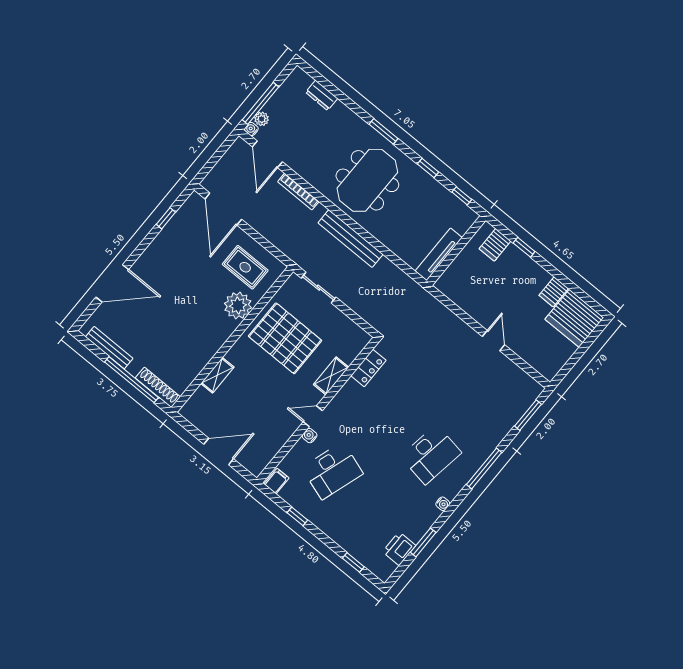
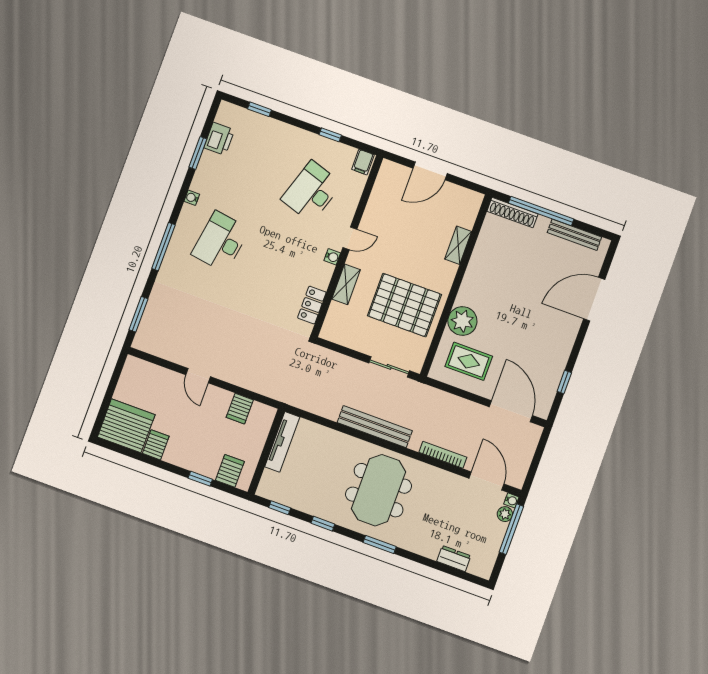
server rack: (466, 298) -> (240, 409), added
water cooler: (310, 436) -> (332, 257), moved

